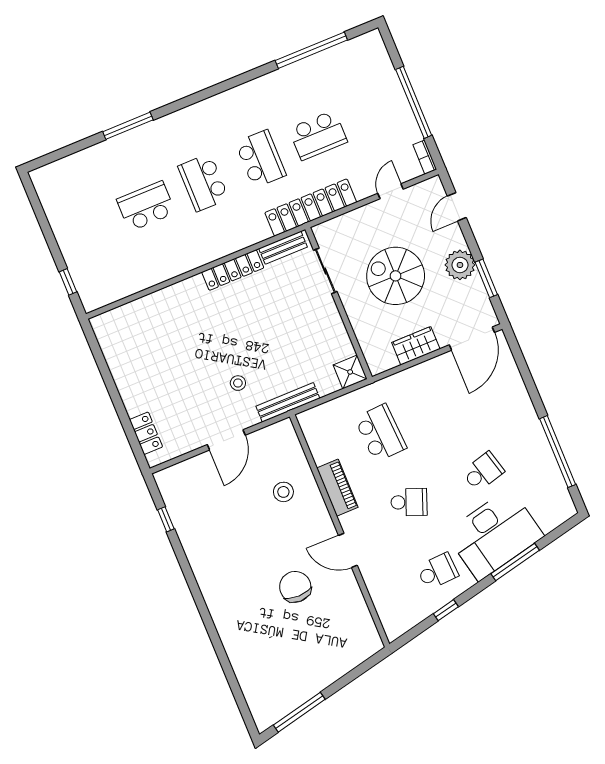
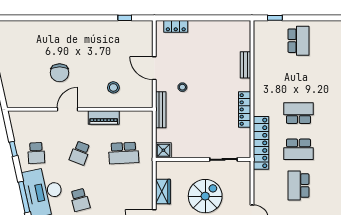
school desk: (146, 206) -> (298, 41), moved
locker: (311, 207) -> (261, 143), moved
bench: (283, 248) -> (245, 65), moved
chair: (295, 587) -> (60, 73), turned 90

